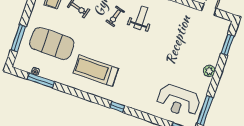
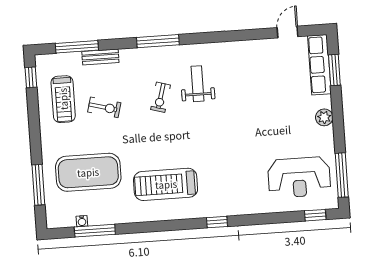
row of seats: (220, 38) -> (319, 65), added

